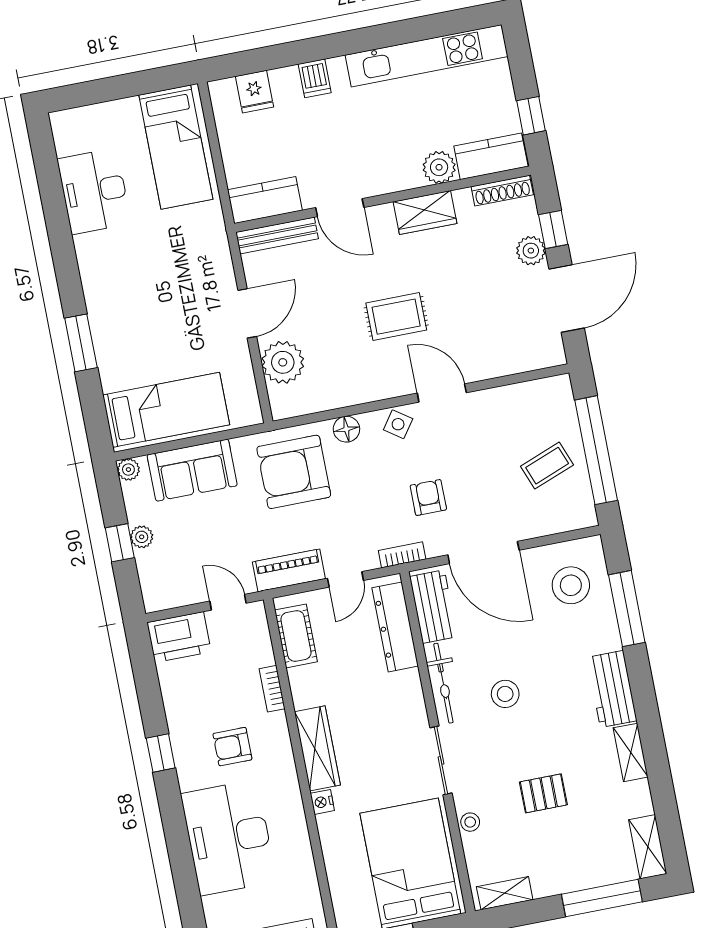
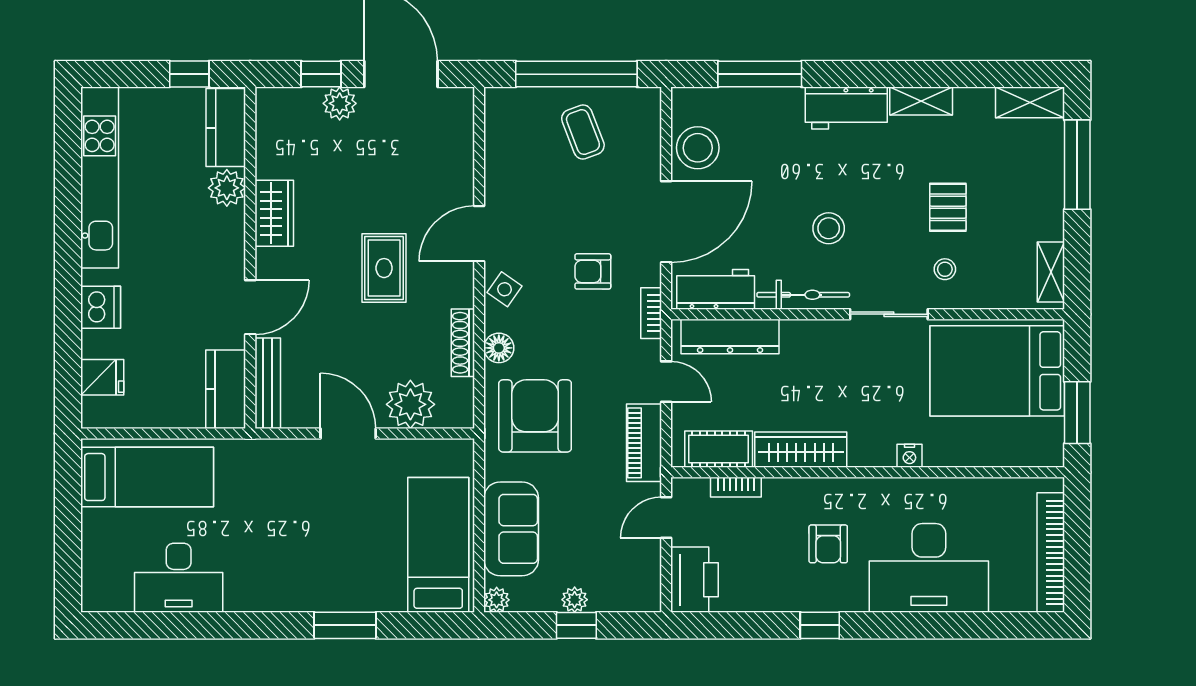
dishwasher: (315, 78) -> (101, 307), width x1.38
shoe rack: (502, 191) -> (463, 343), moved, turned 180
armchair: (294, 472) -> (535, 416), turned 180
stool: (571, 585) -> (698, 148), moved
bookcase: (272, 689) -> (736, 487), moved
wardrobe: (317, 748) -> (801, 450), moved
stool: (470, 822) -> (945, 269), moved

